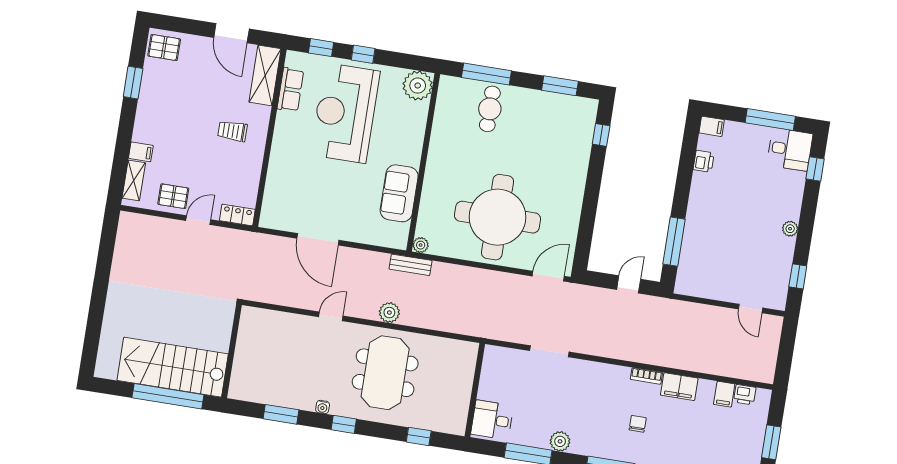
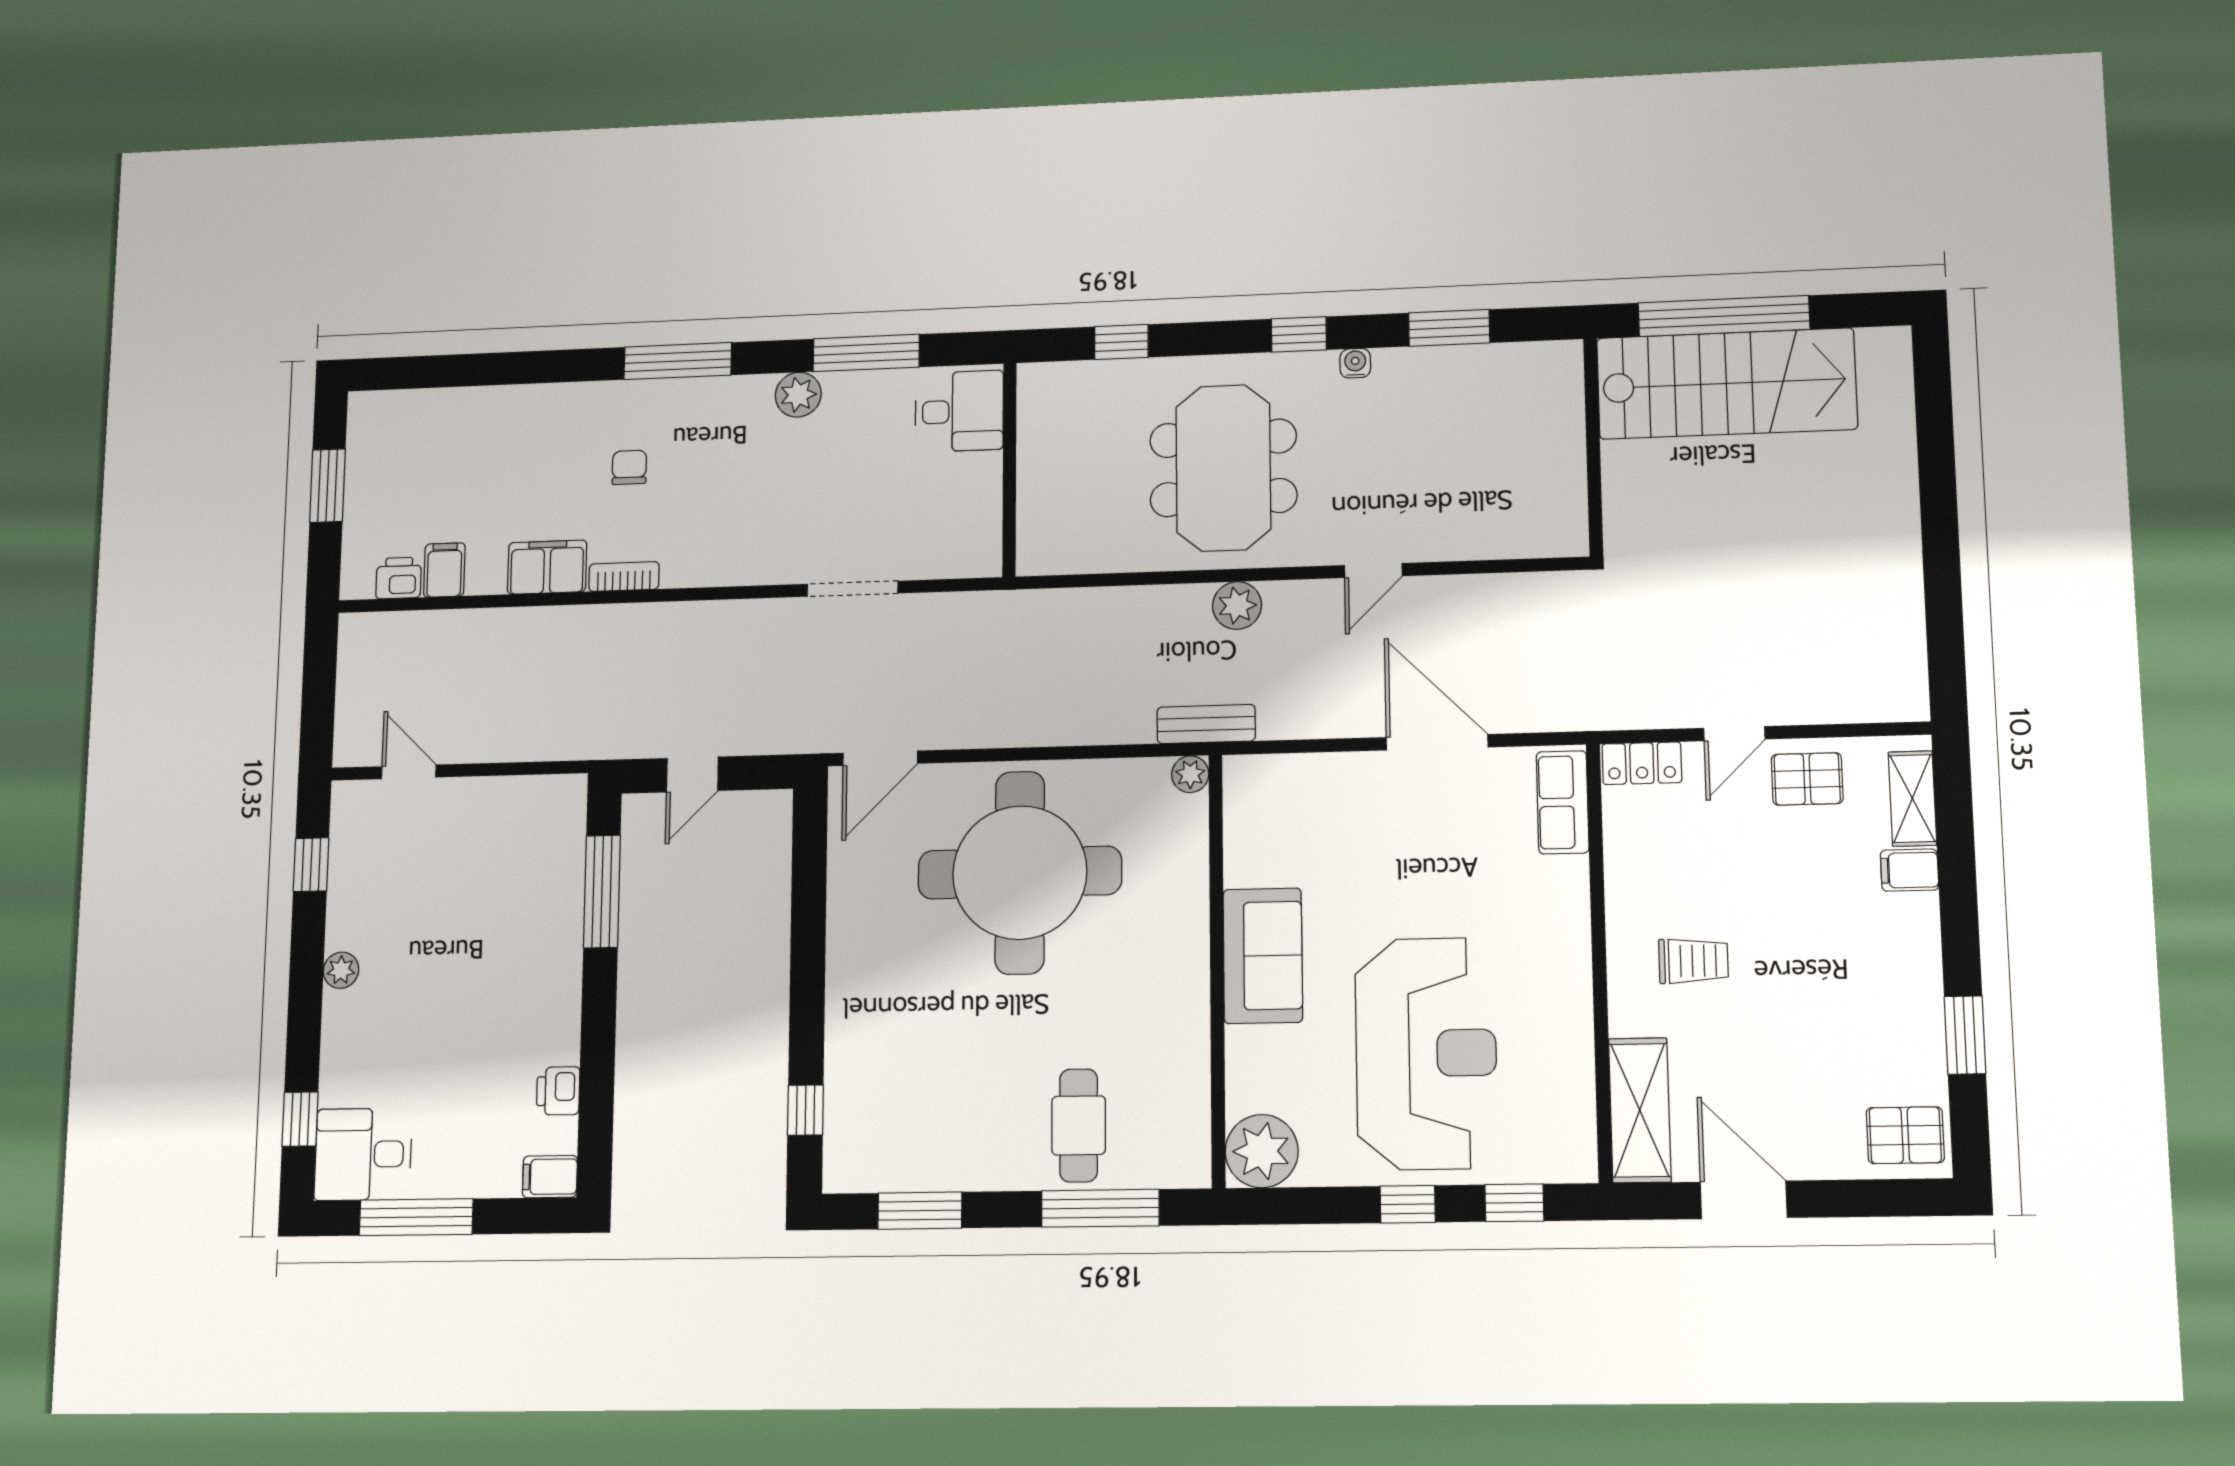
row of seats: (290, 90) -> (1563, 802), moved
sofa: (399, 193) -> (1263, 956), moved
chair: (638, 424) -> (629, 467), turned 180

